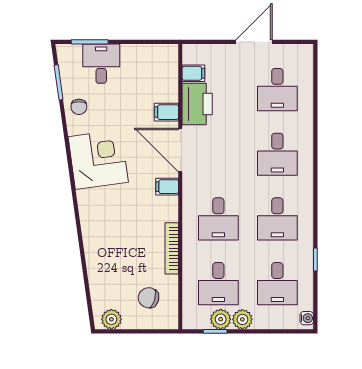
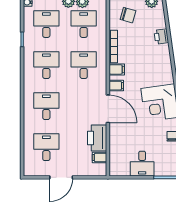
desk: (101, 64) -> (142, 164), moved
filing cabinet: (166, 112) -> (117, 69), moved
printer: (96, 264) -> (161, 36), added

